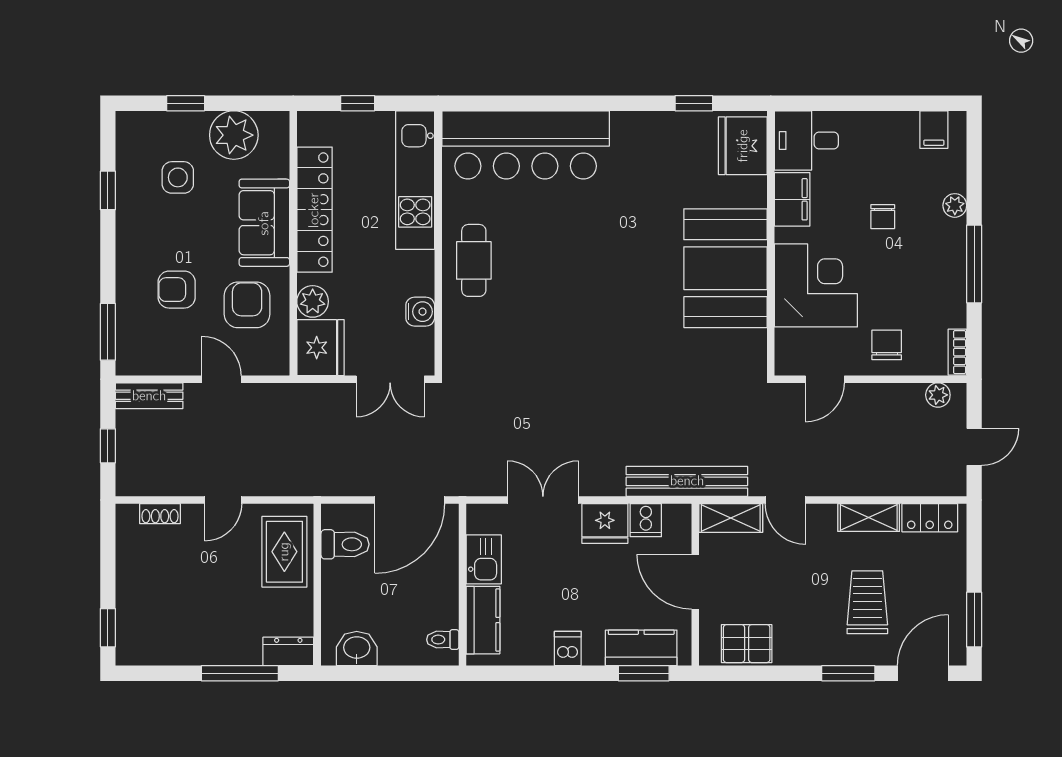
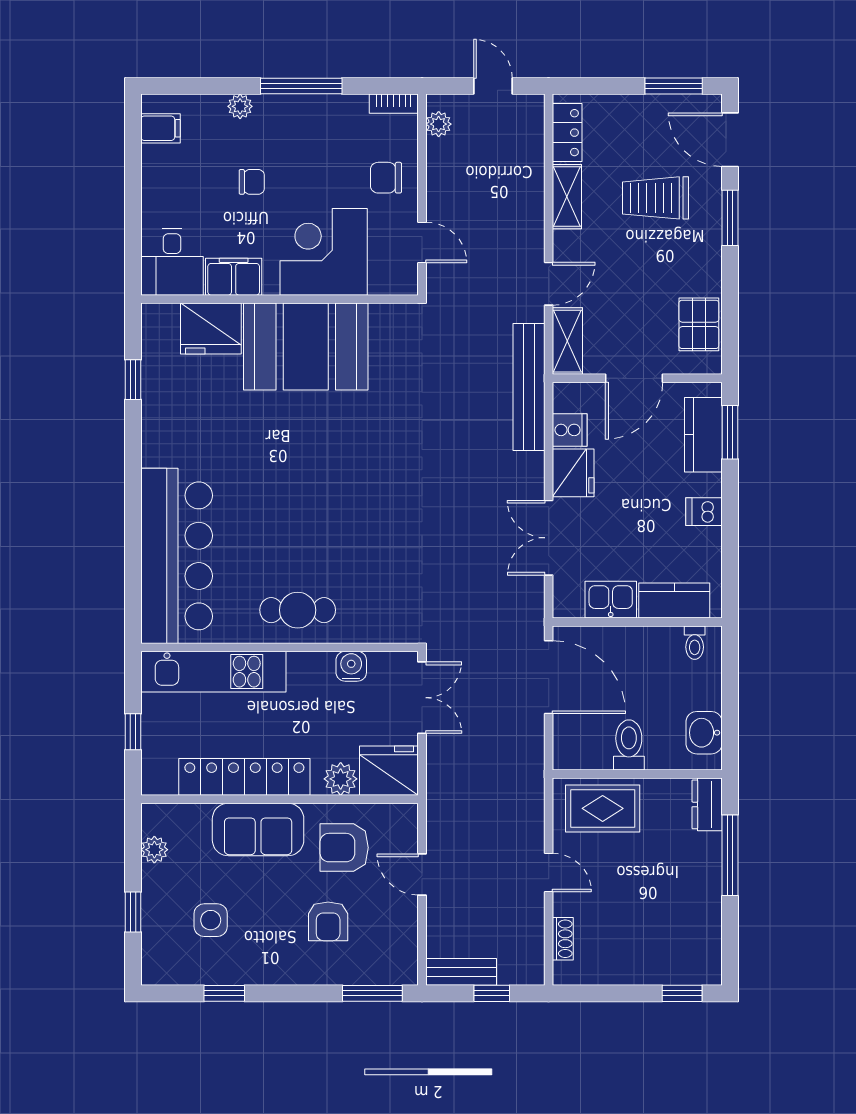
plant: (234, 135) -> (154, 850), width x0.53, depth x0.53
fridge: (743, 146) -> (211, 328), moved
door: (221, 379) -> (422, 874), hinge flipped
bench: (149, 396) -> (461, 972), moved, turned 90
toilet: (345, 544) -> (629, 745), moved

